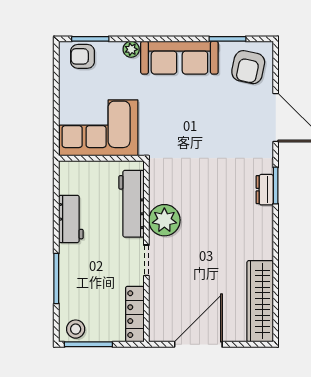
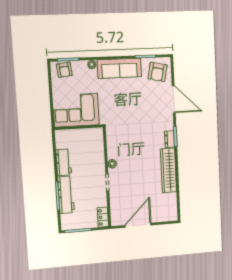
armchair: (83, 56) -> (64, 70), turned -97
workbench: (131, 204) -> (66, 195), moved, turned 180
plant: (164, 220) -> (112, 164), width x0.53, depth x0.53
wardrobe: (260, 301) -> (169, 170), moved
locker: (135, 314) -> (103, 217), width x0.66
stool: (76, 329) -> (70, 223), removed

